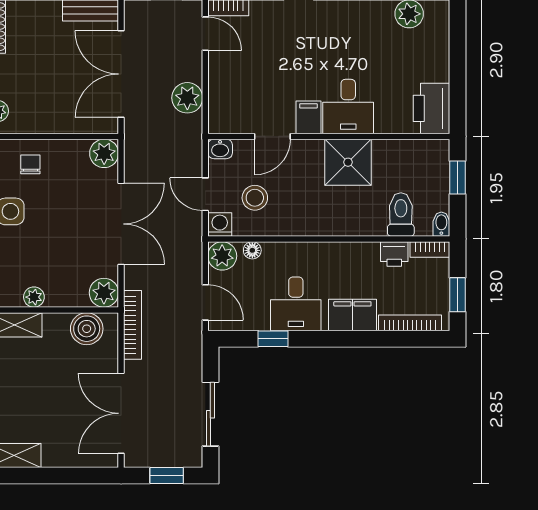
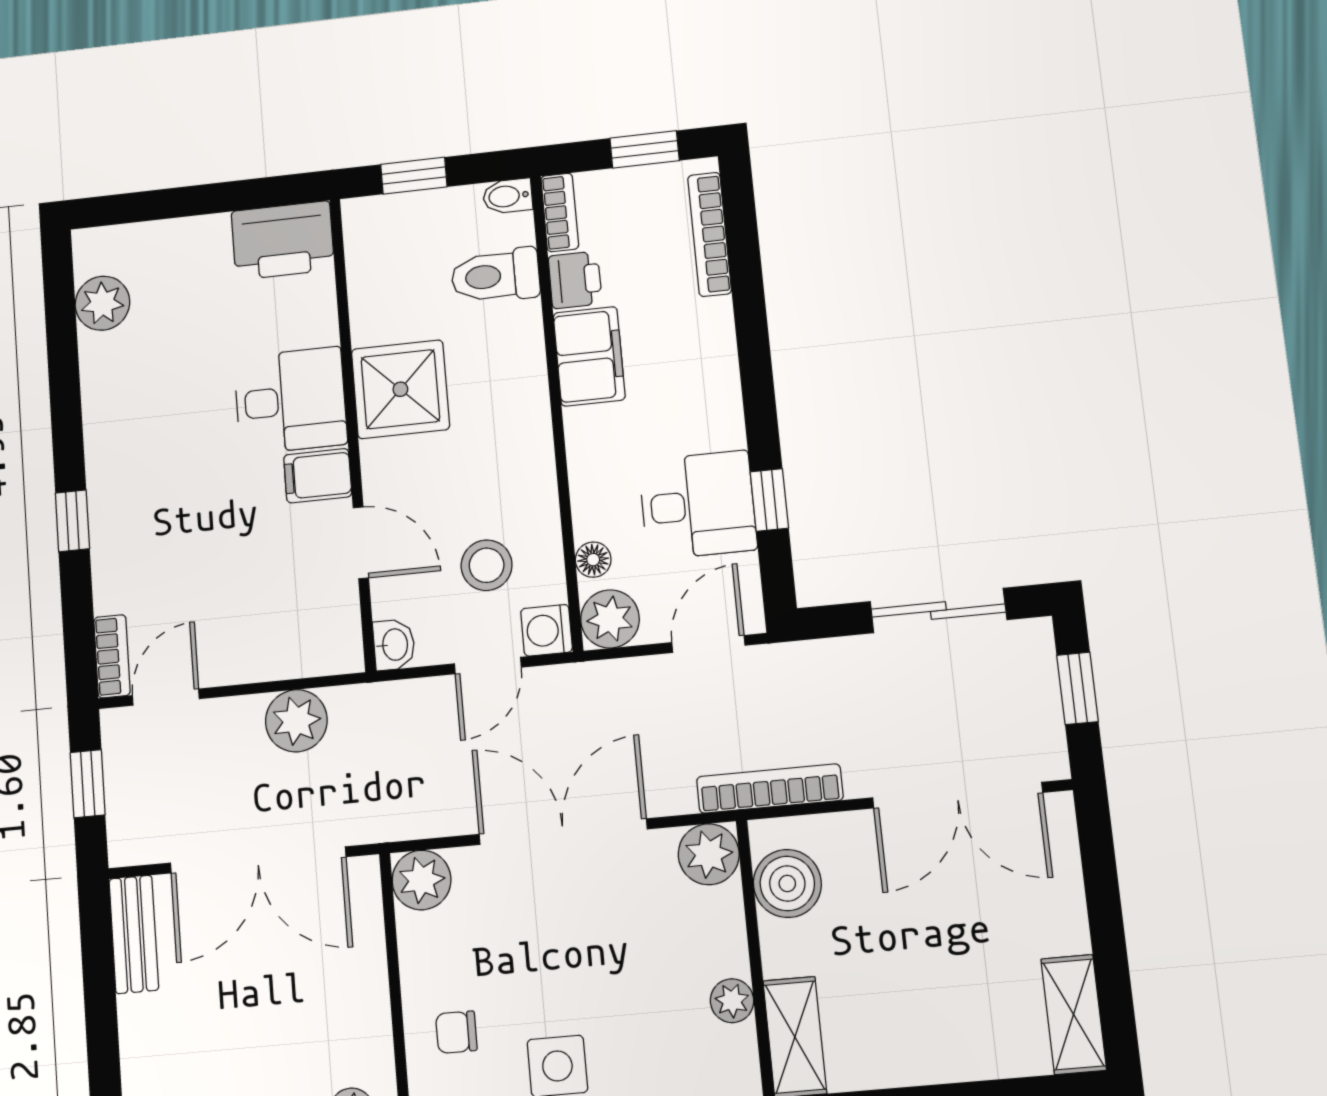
desk: (296, 304) -> (698, 505), moved
filing cabinet: (352, 315) -> (589, 356), moved, turned 180

